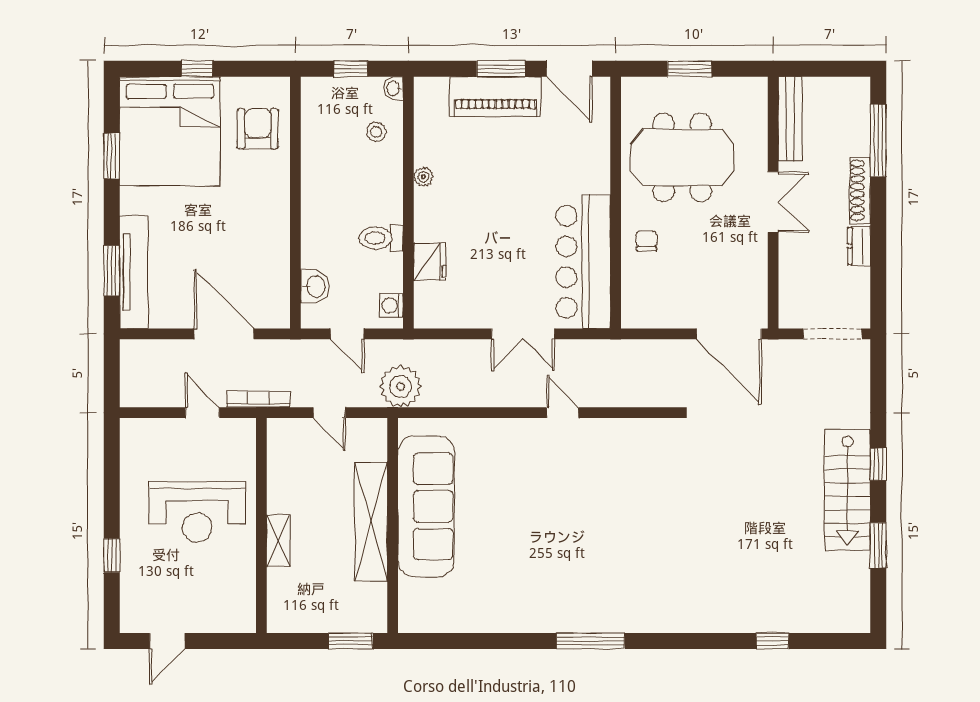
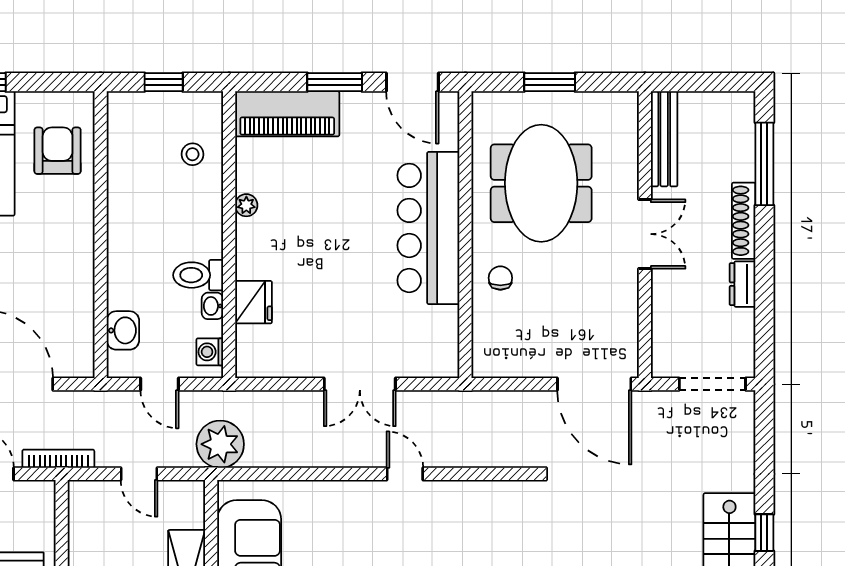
washbasin: (394, 88) -> (212, 306), moved
piano: (495, 96) -> (287, 114), moved
meeting table: (682, 157) -> (541, 183), turned 90
bar counter: (583, 262) -> (428, 228), moved

